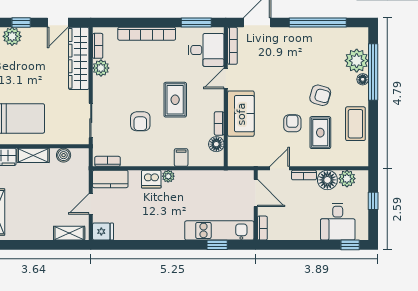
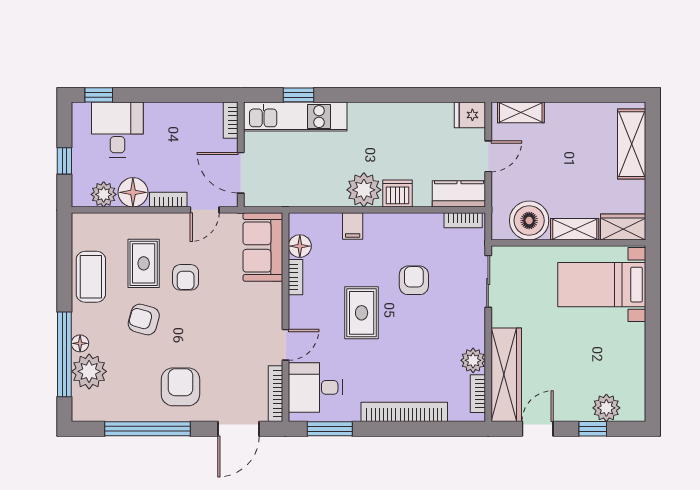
armchair: (296, 50) -> (180, 387), added
sofa: (241, 114) -> (263, 247), moved
boiler: (64, 155) -> (529, 221), width x1.86, depth x1.86
plant: (168, 176) -> (364, 190), width x1.88, depth x1.88

